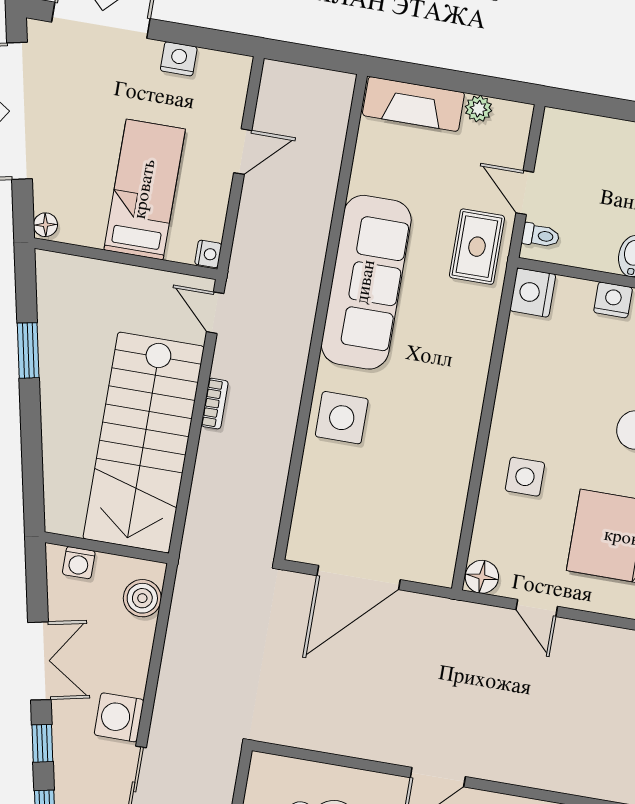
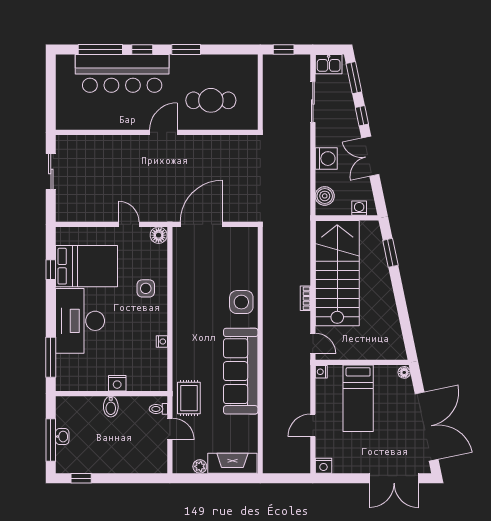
nightstand: (179, 59) -> (323, 466), moved
nightstand: (533, 293) -> (162, 342), moved, width x0.53, depth x0.56
window: (28, 350) -> (390, 253), moved
door: (359, 578) -> (201, 224), moved
washing machine: (119, 717) -> (326, 159), moved

